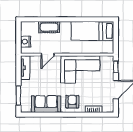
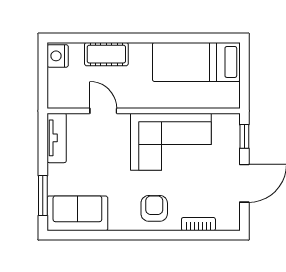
nightstand: (26, 42) -> (58, 56), moved
door: (48, 55) -> (103, 111), swing flipped
sofa: (46, 104) -> (77, 213), moved

